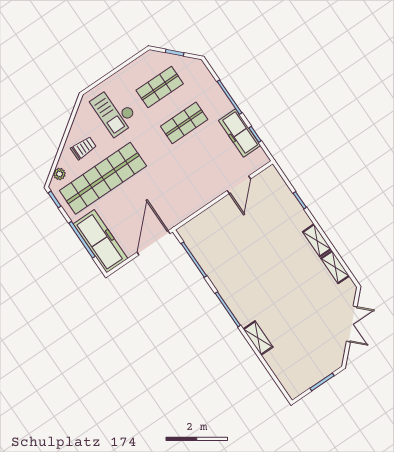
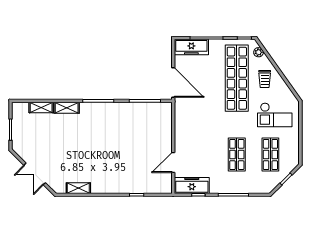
checkout: (114, 111) -> (275, 115), turned 180
freezer: (240, 133) -> (192, 186), moved
door: (239, 185) -> (173, 163), hinge flipped
shelving: (317, 240) -> (41, 108), moved
freezer: (100, 241) -> (191, 47), width x0.73, depth x0.79

